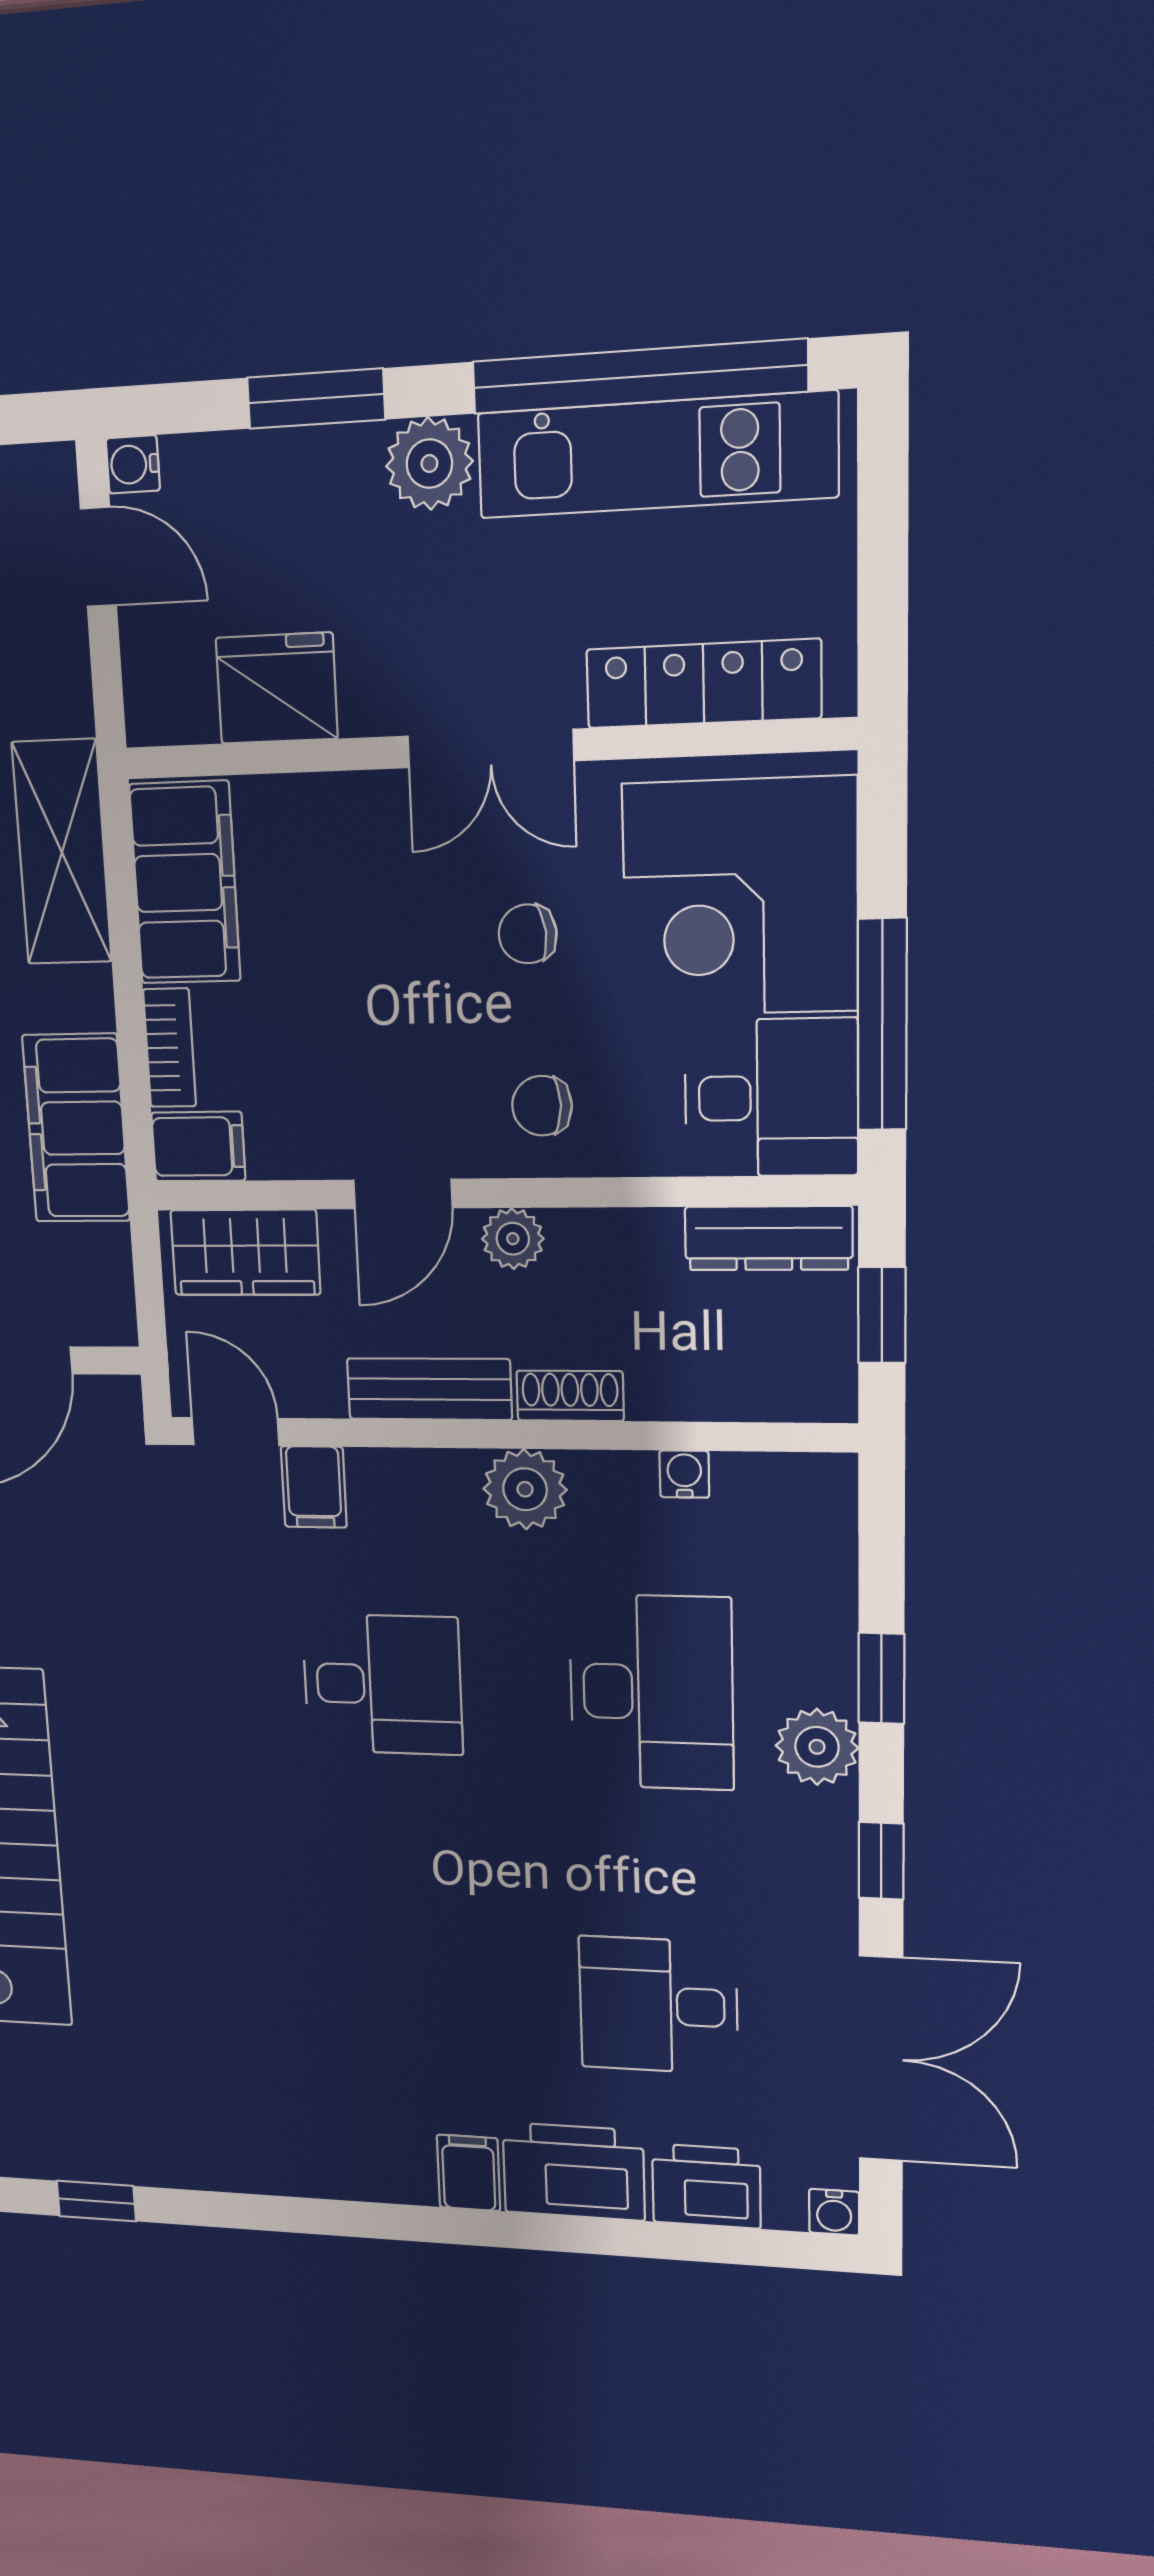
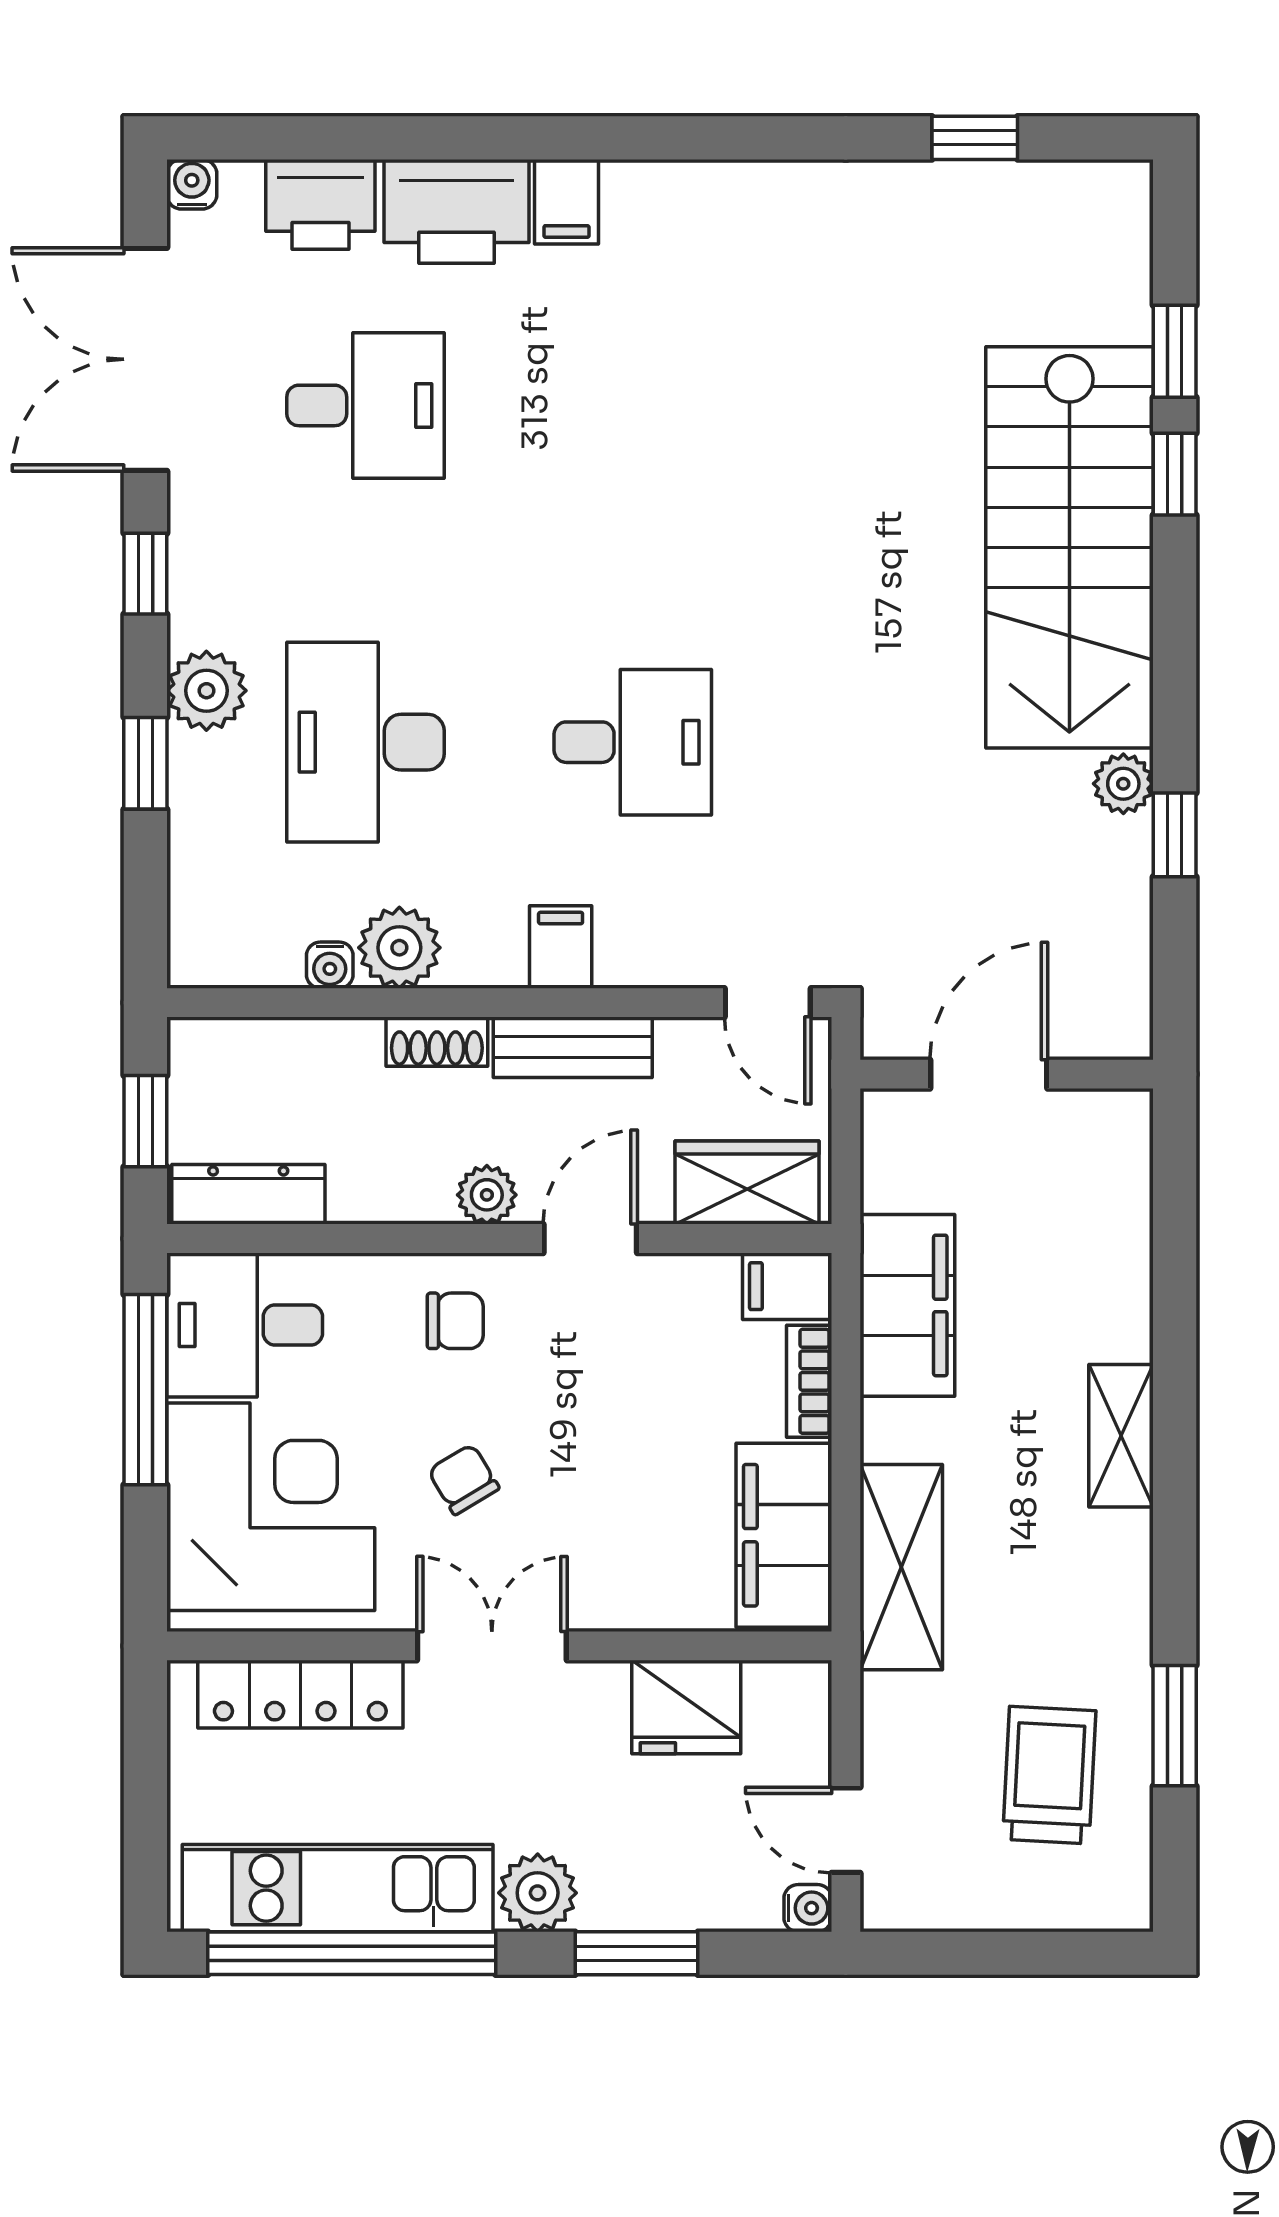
chair: (528, 934) -> (464, 1479), turned -115
filing cabinet: (314, 1487) -> (561, 947), moved
plant: (525, 1489) -> (399, 948), moved
desk: (382, 1684) -> (633, 742), turned 180

